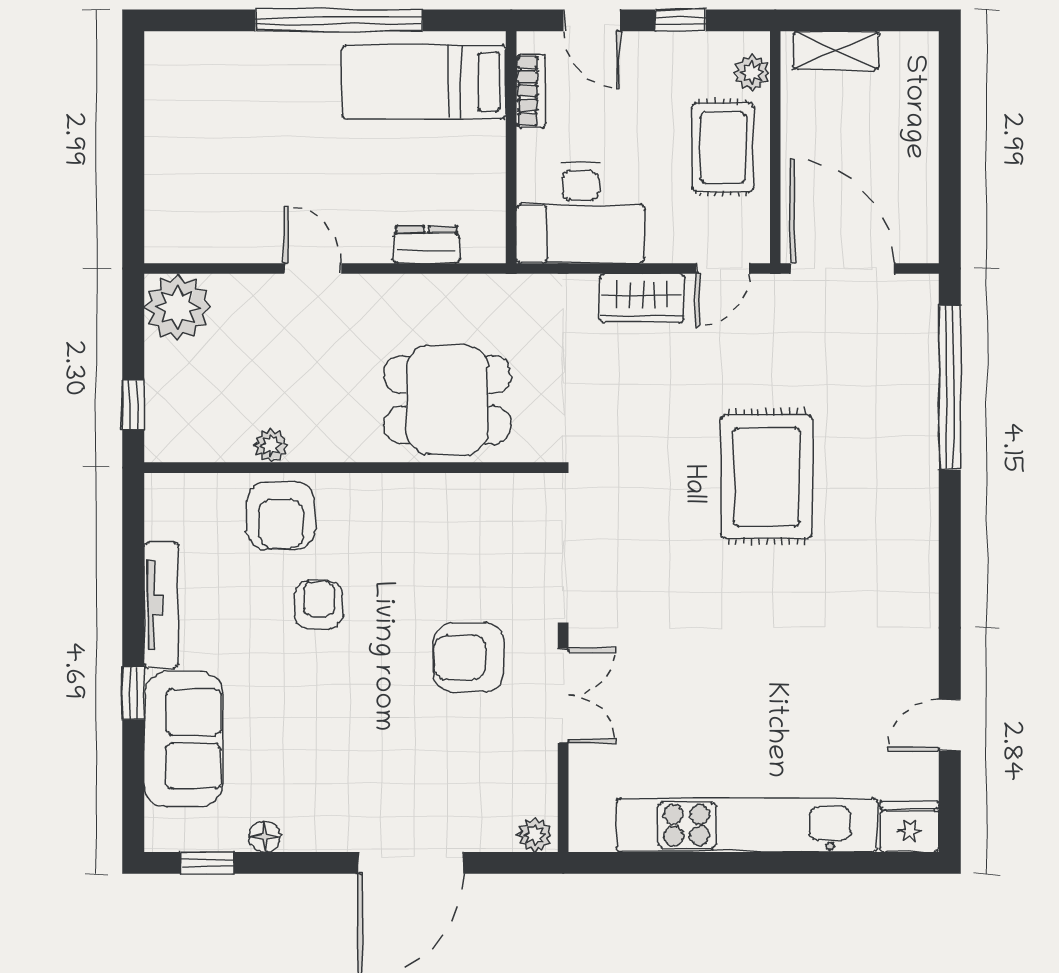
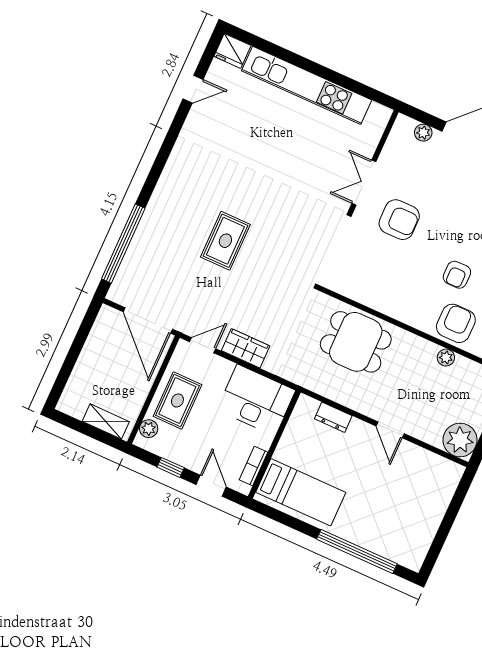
window: (339, 20) -> (357, 551), moved
rug: (767, 477) -> (225, 241), width x0.73, depth x0.70
plant: (535, 835) -> (423, 133), moved

